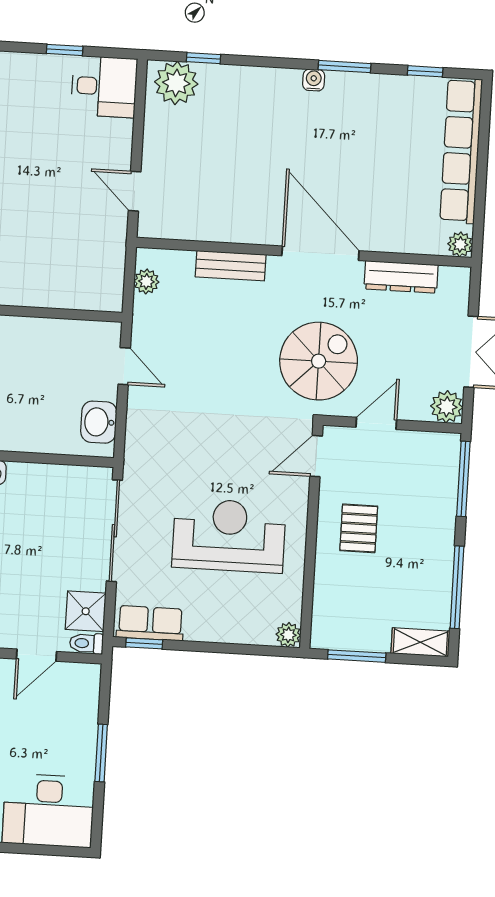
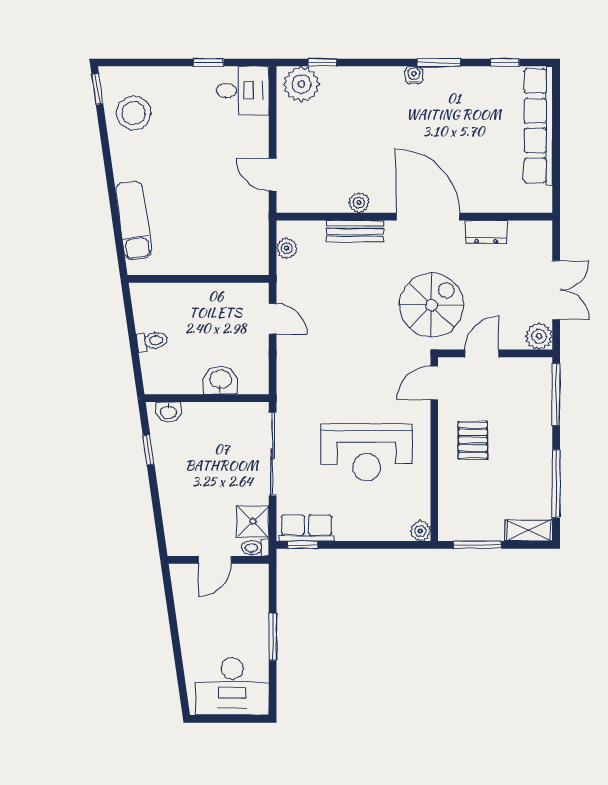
plant: (460, 244) -> (359, 203), moved
dresser: (401, 277) -> (486, 232), width x0.70
washbasin: (99, 422) -> (220, 380), moved, turned 90
reception desk: (229, 536) -> (367, 452), turned 180

